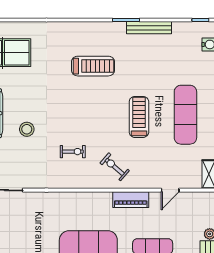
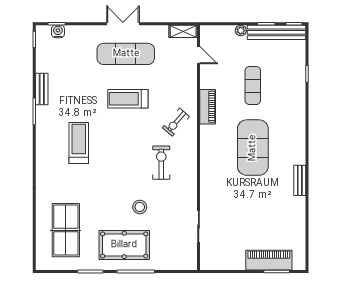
bench: (149, 28) -> (42, 89), width x0.73
exercise bike: (73, 152) -> (161, 163), width x1.38, depth x1.39
door: (170, 190) -> (199, 55), moved

